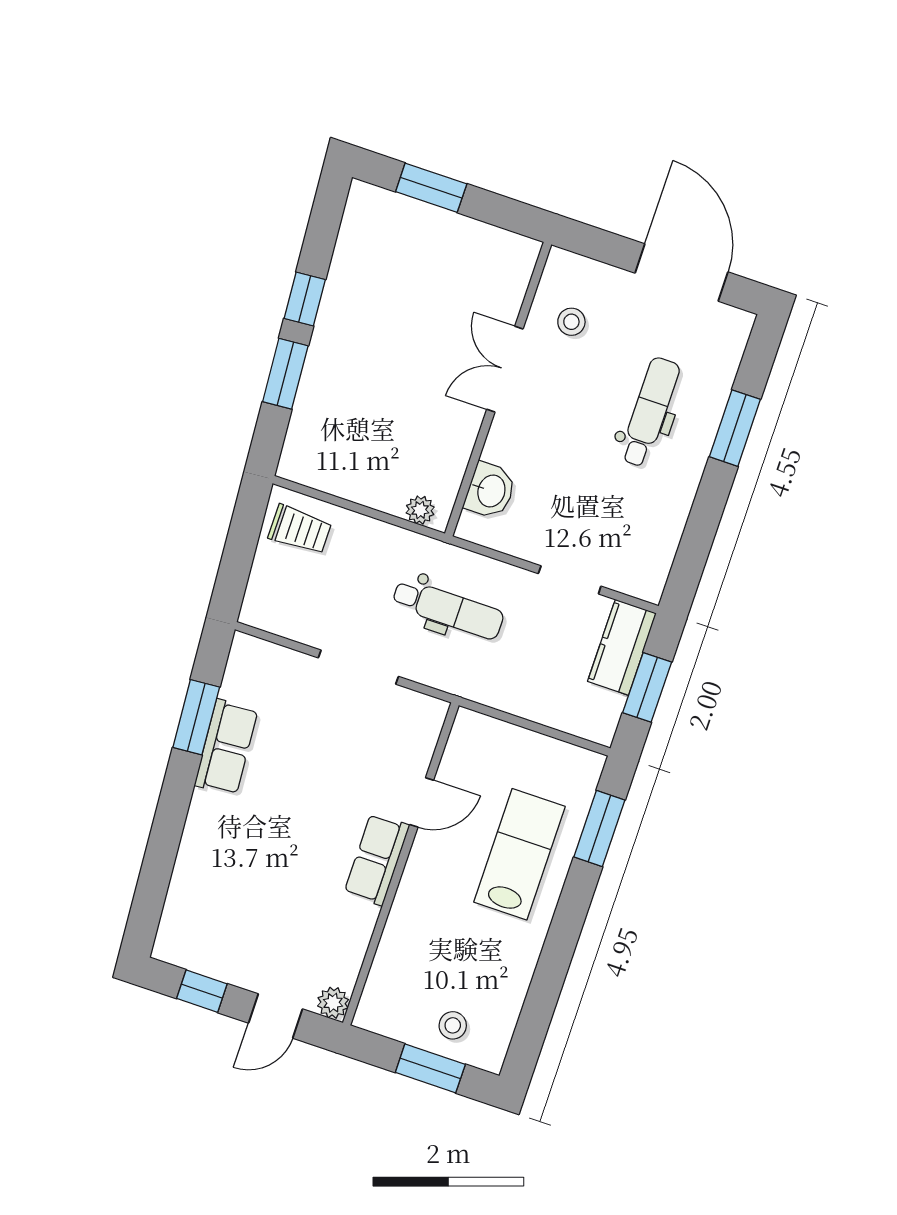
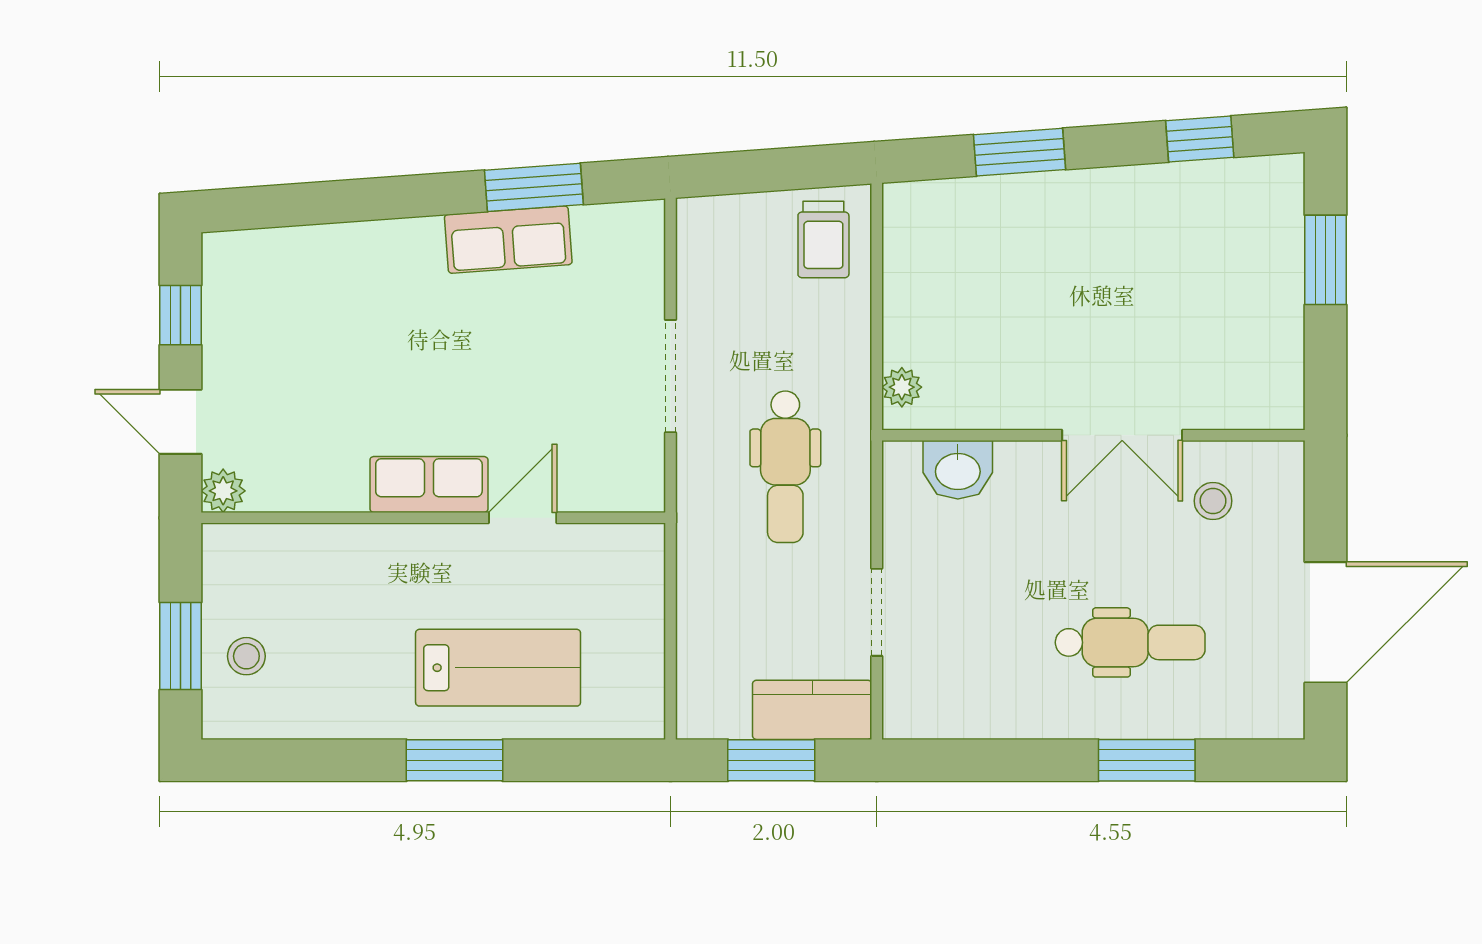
window: (305, 299) -> (1200, 139), moved
double door: (505, 369) -> (1122, 435), swing flipped
door: (422, 802) -> (523, 518), swing flipped
window: (599, 829) -> (454, 760), moved

